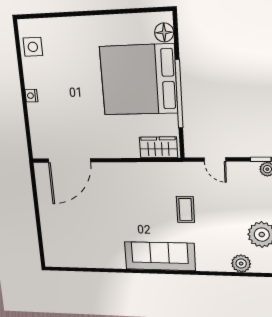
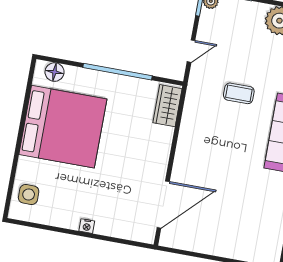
side table: (33, 47) -> (29, 195), moved
bed: (139, 80) -> (63, 127), moved, turned -90
door: (69, 160) -> (163, 205), hinge flipped

